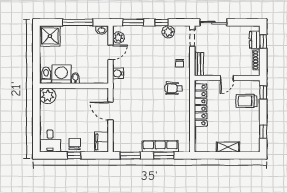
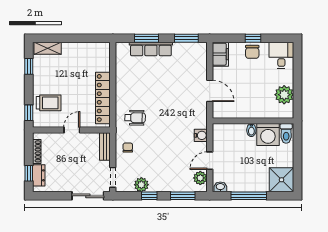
plant: (48, 96) -> (284, 95), moved
shelving: (228, 147) -> (48, 48), moved

